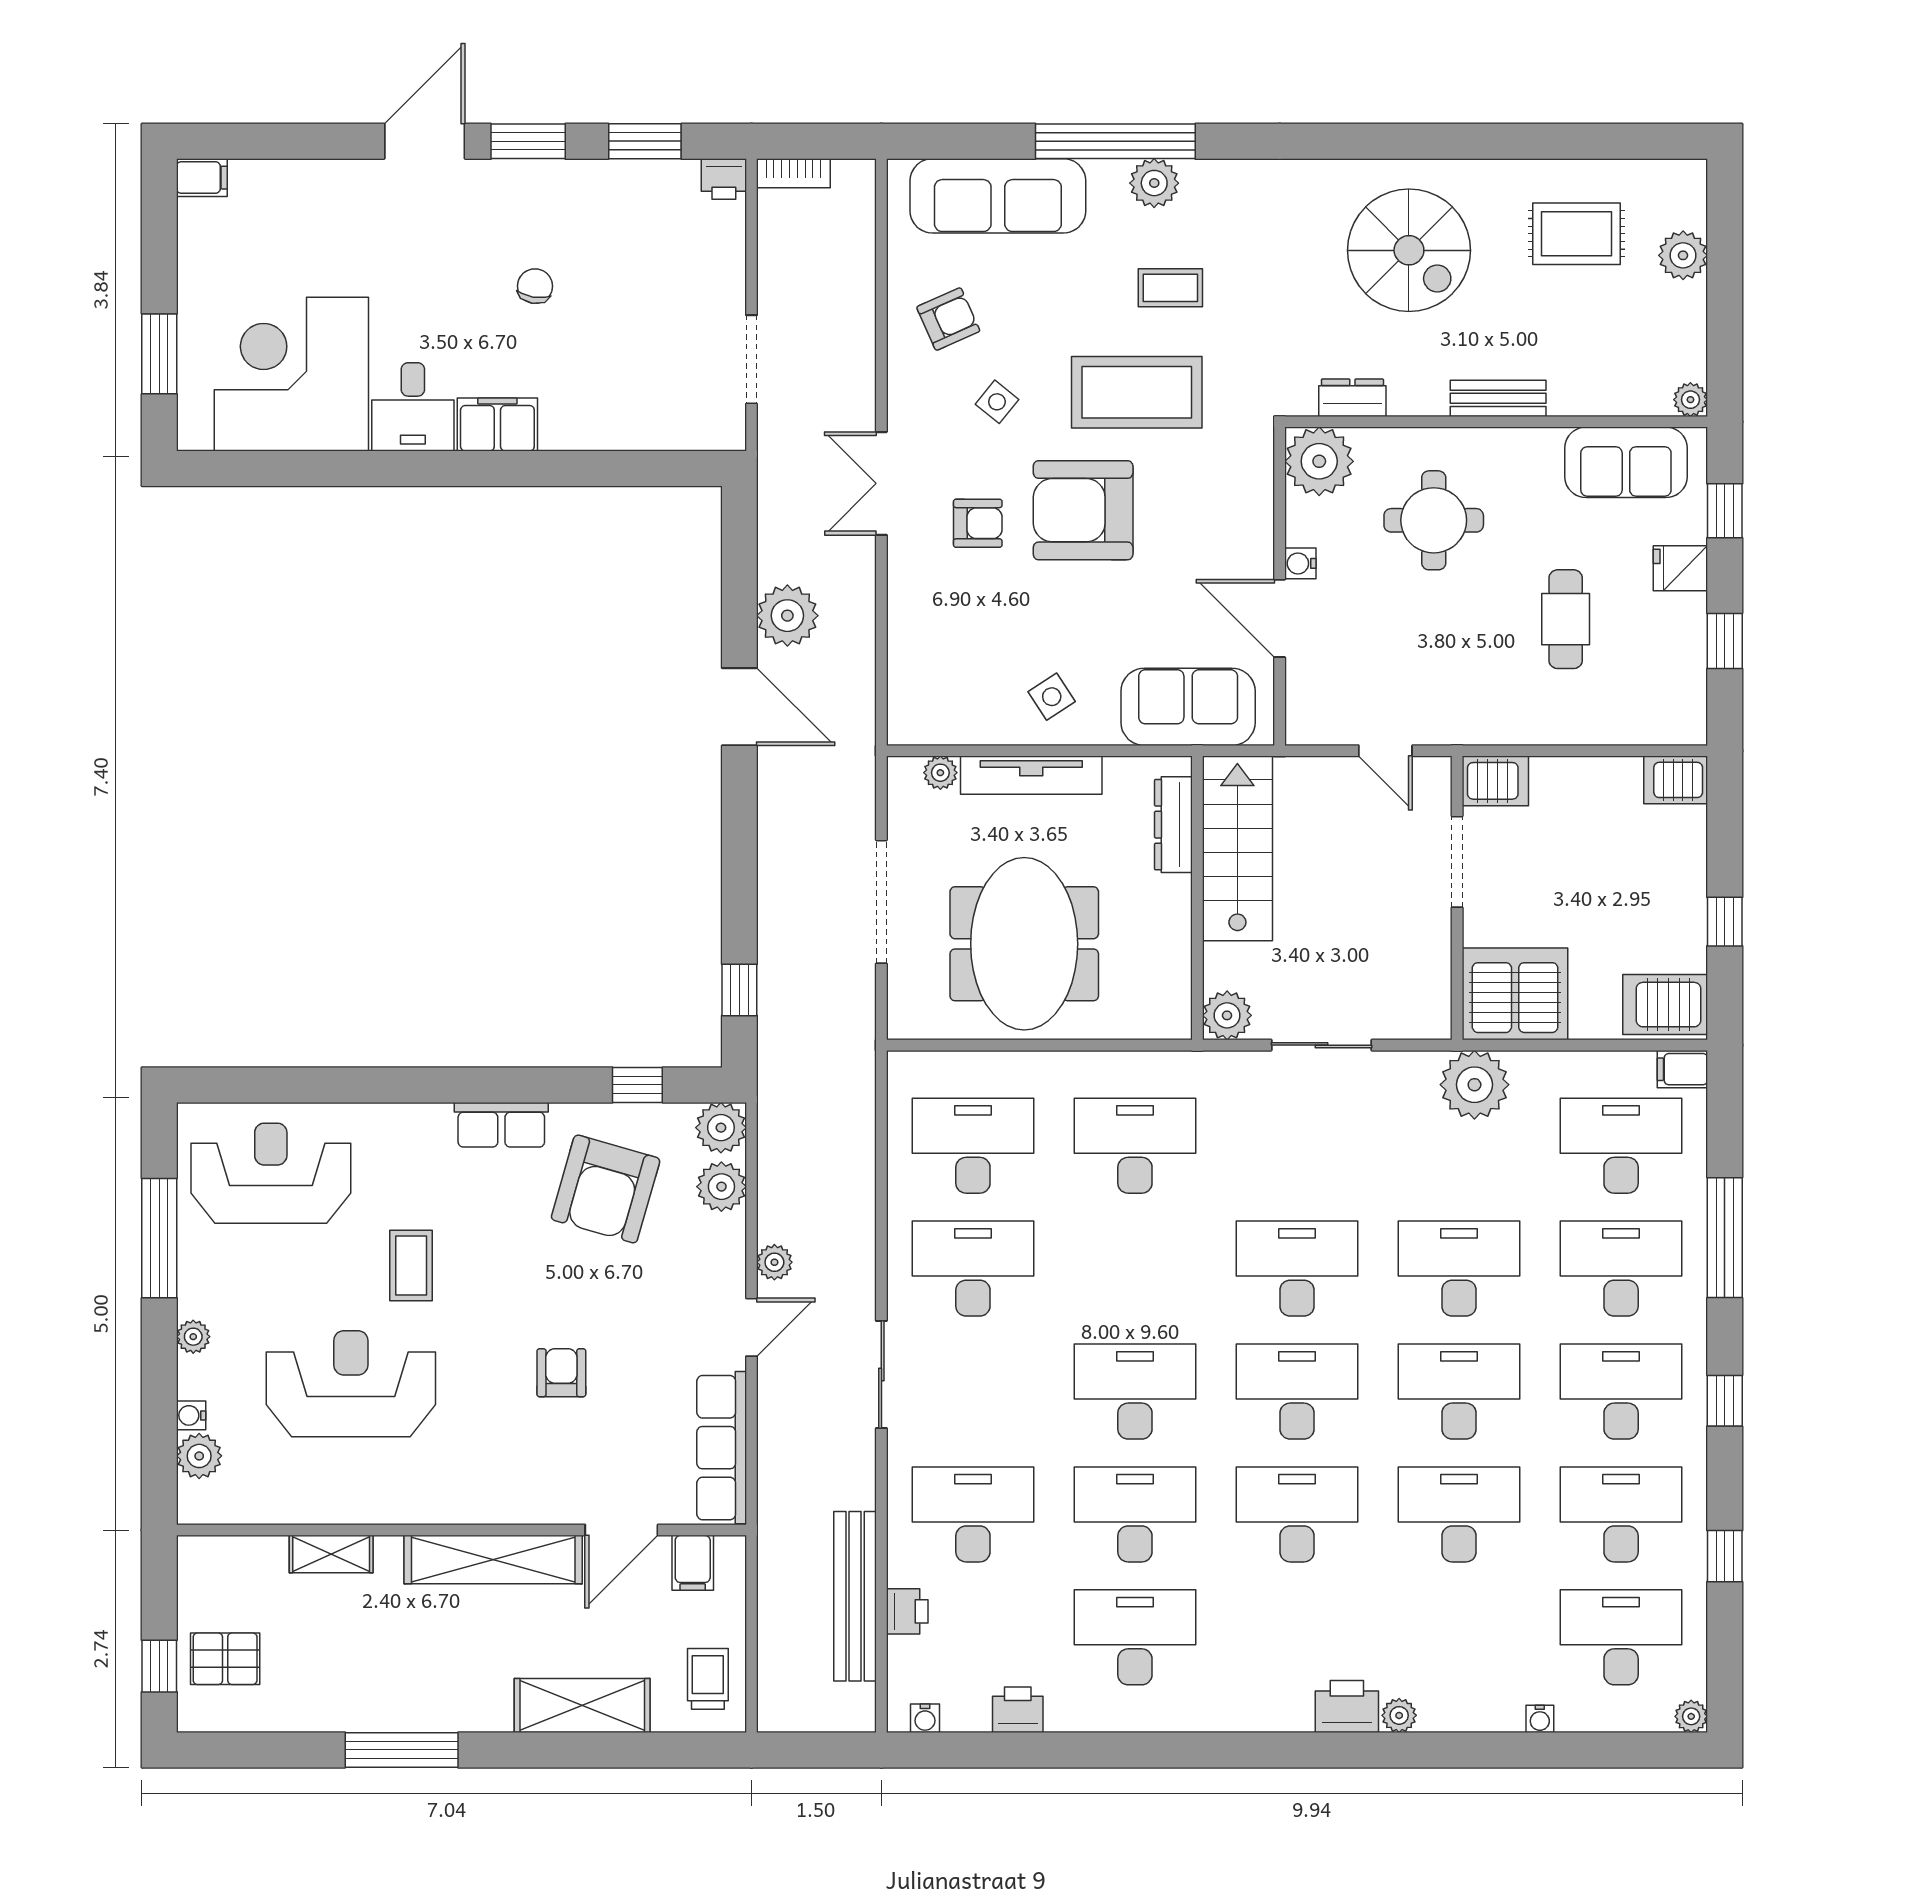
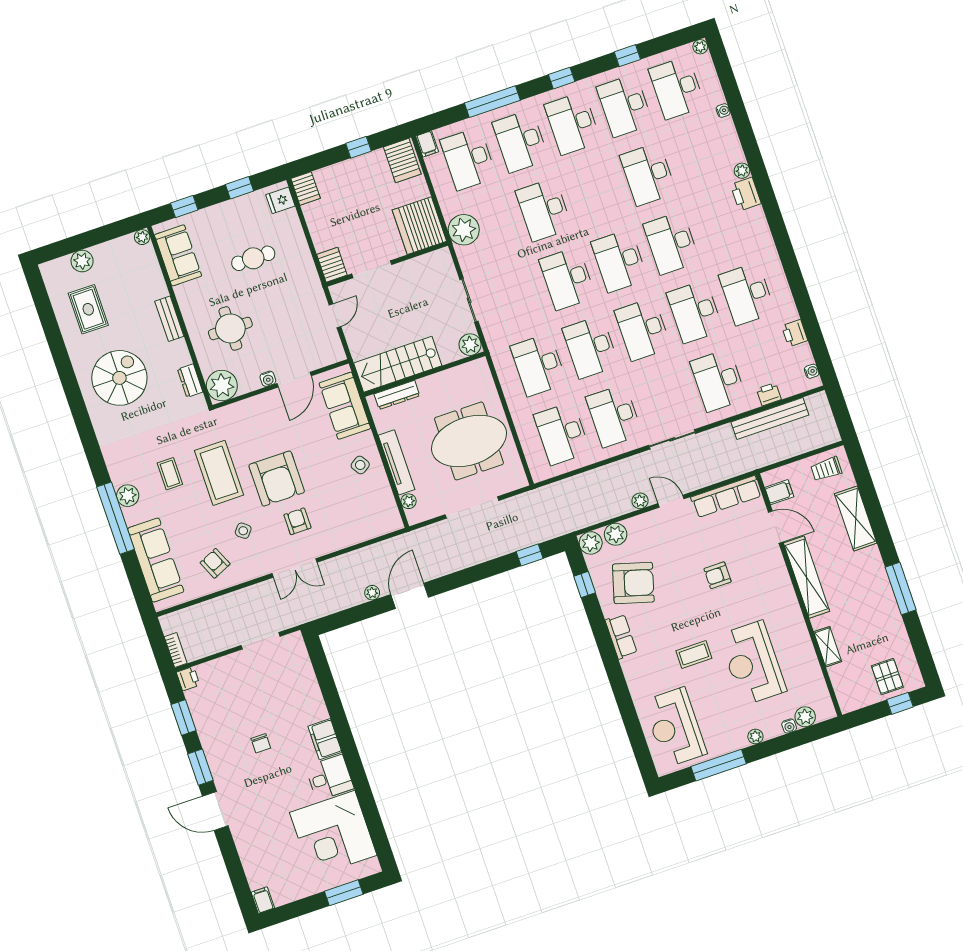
chair: (535, 286) -> (261, 743), turned -99
fridge: (1680, 568) -> (280, 200), moved, turned 90
plant: (787, 616) -> (372, 593), width x0.53, depth x0.53
desk: (1459, 1392) -> (591, 347), moved

